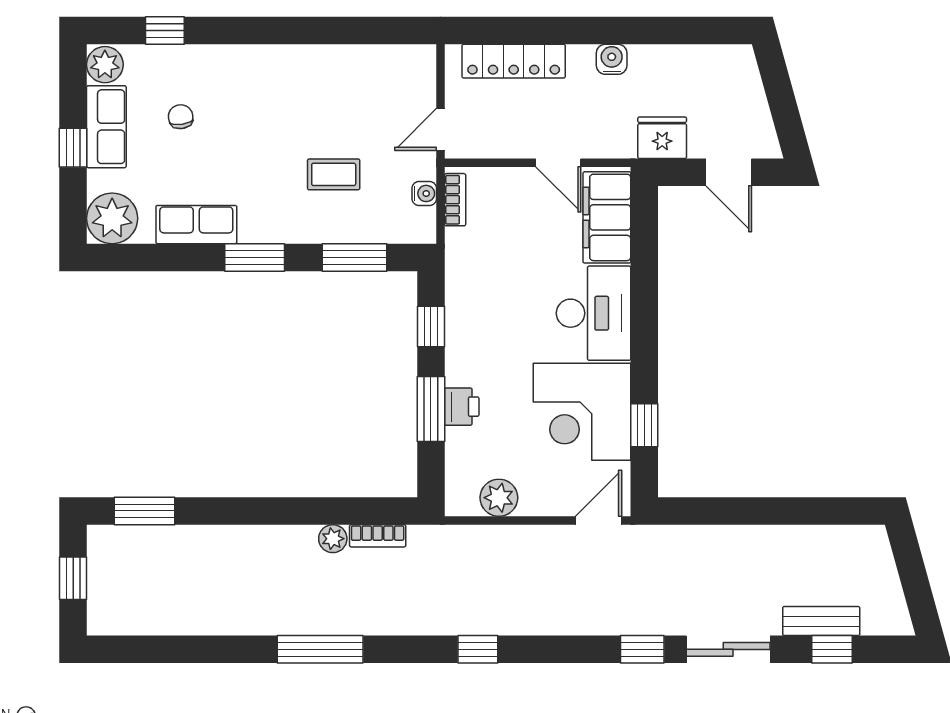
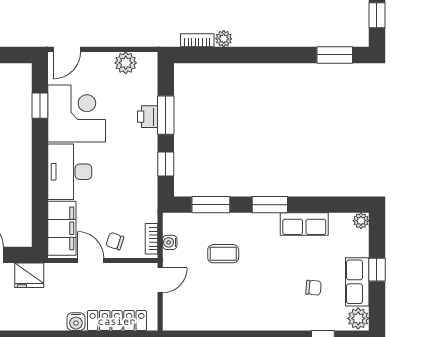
water cooler: (612, 59) -> (76, 322), moved
chair: (181, 117) -> (314, 288), turned -77
chair: (517, 196) -> (115, 241), added
plant: (112, 218) -> (361, 221), width x0.53, depth x0.53

